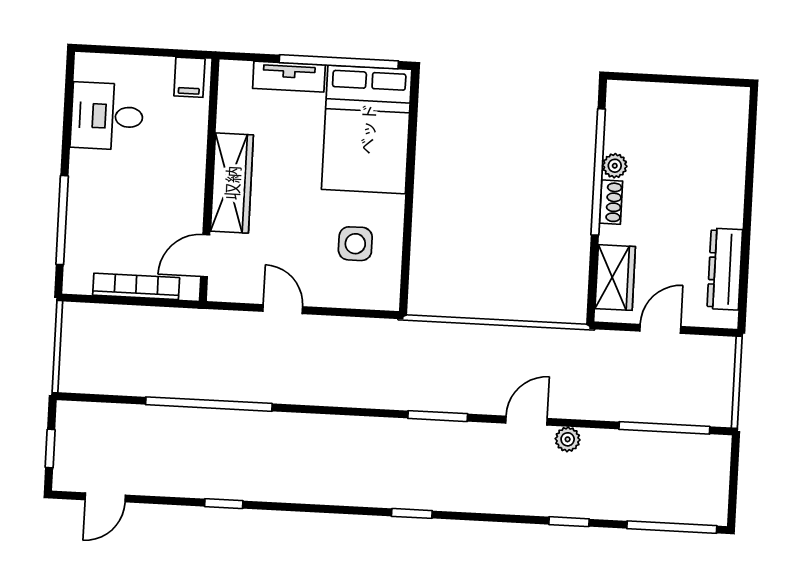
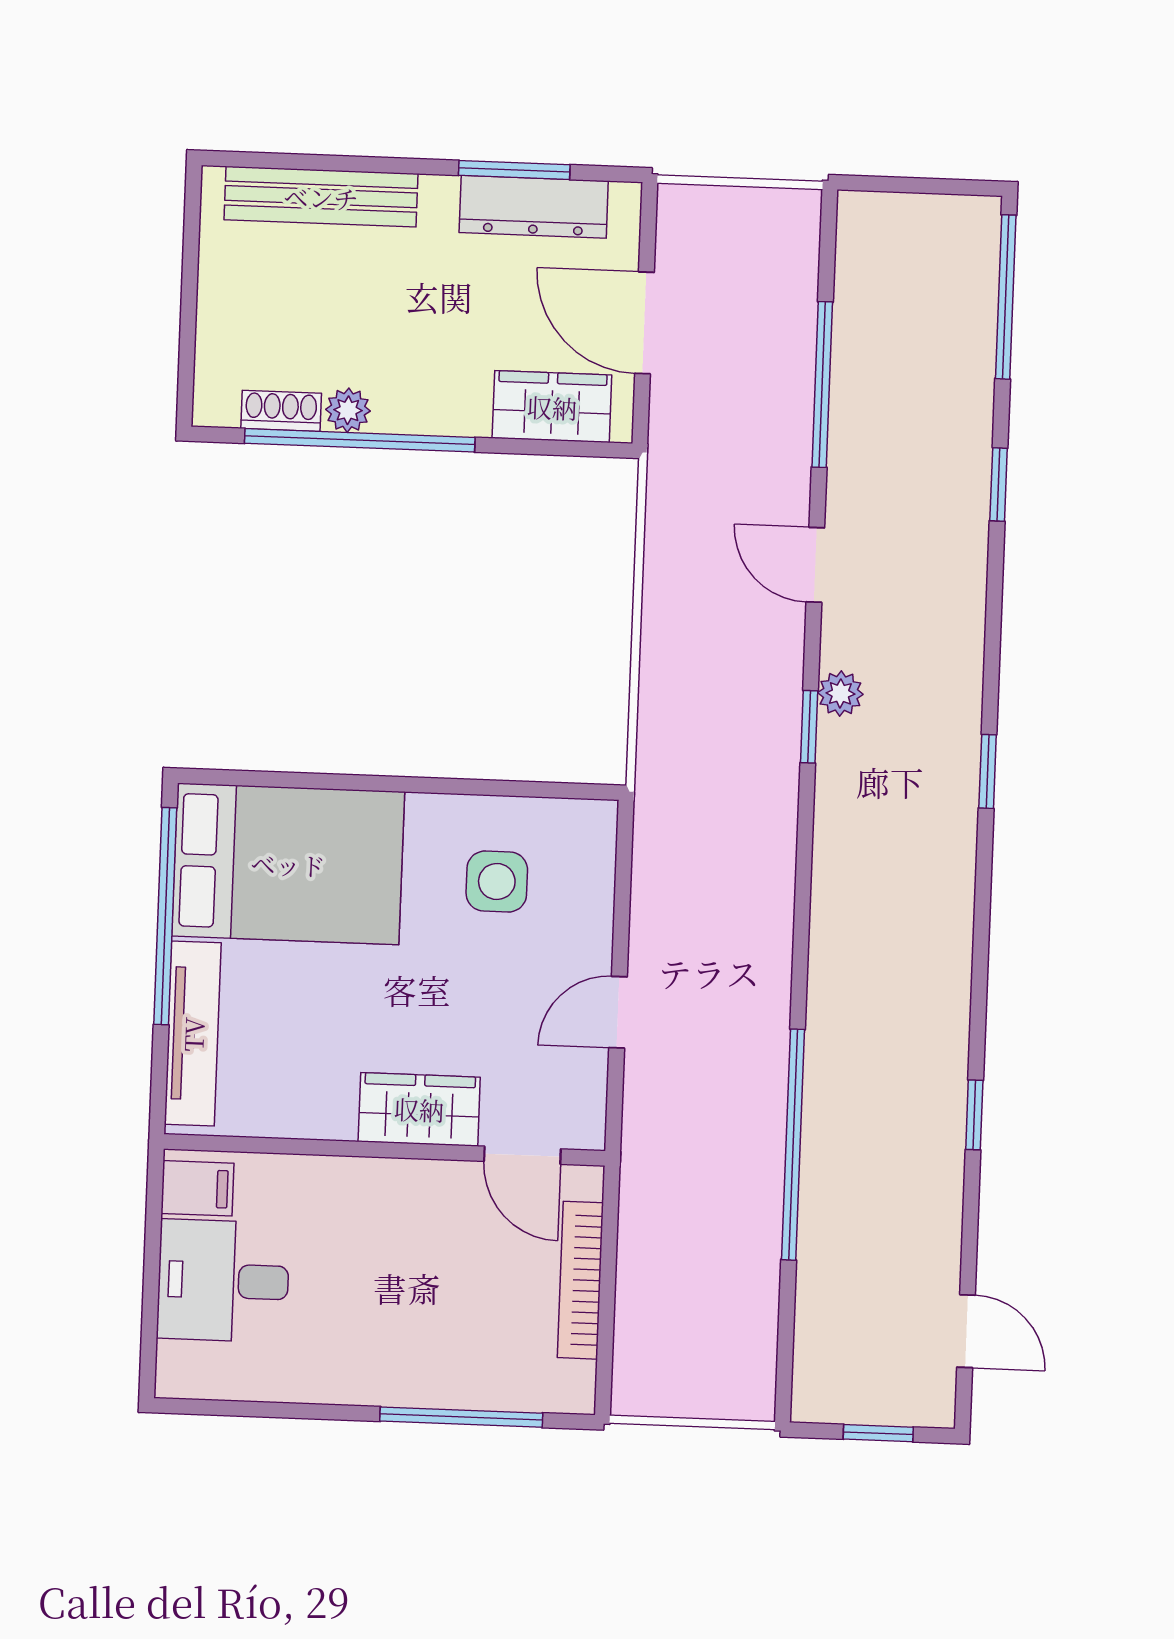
tv unit: (289, 77) -> (193, 1034), width x1.41
desk: (107, 116) -> (223, 1281), moved, turned 90
bench: (732, 153) -> (321, 197), added
wardrobe: (232, 183) -> (419, 1109), width x0.67
shoe rack: (611, 202) -> (281, 411), moved
window: (745, 259) -> (514, 170), added
door: (660, 329) -> (644, 323), width x1.38
window: (438, 416) -> (809, 727), width x0.67
window: (664, 428) -> (822, 385), moved
plant: (568, 439) -> (840, 693), moved

